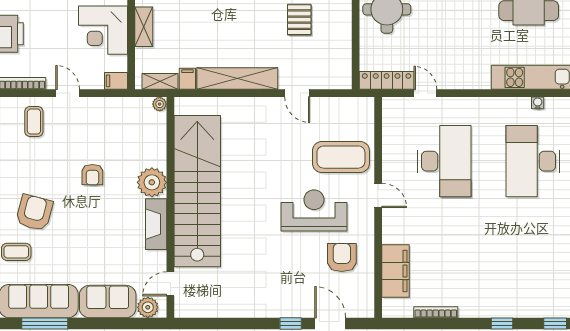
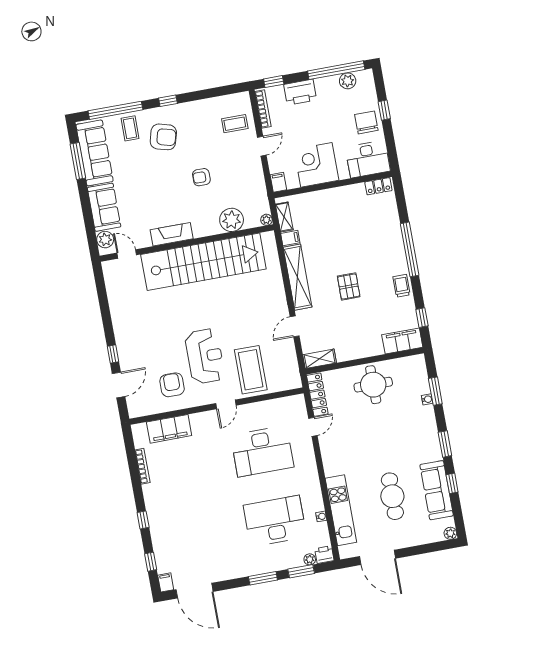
pallet: (299, 20) -> (349, 286), moved, turned 90
shelving: (144, 27) -> (320, 359), moved
plant: (152, 182) -> (232, 220), moved
armchair: (342, 257) -> (172, 385), turned -90

